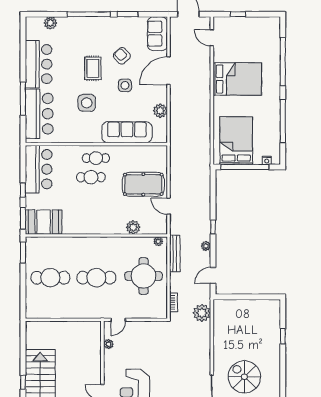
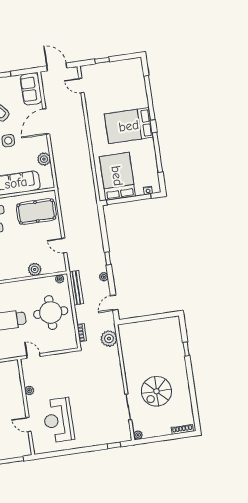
bed: (237, 79) -> (129, 126), moved, turned 180
pool table: (143, 184) -> (36, 212), moved
door: (118, 320) -> (33, 356), swing flipped
plant: (108, 344) -> (29, 390), moved
spiral stairs: (244, 377) -> (156, 391), turned -90

